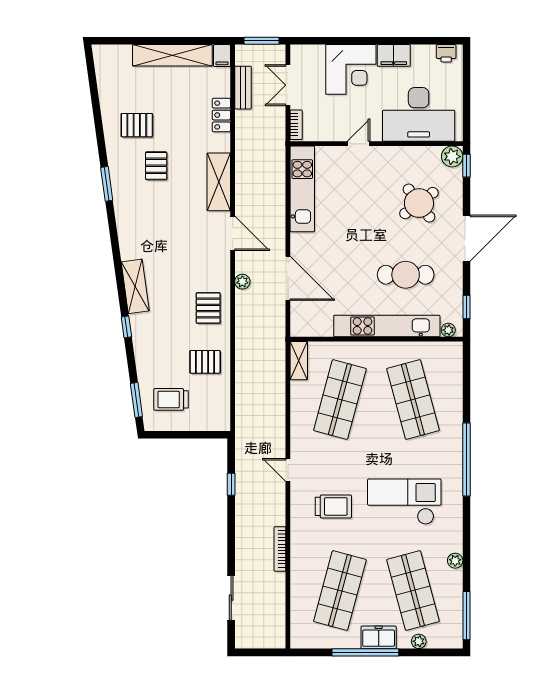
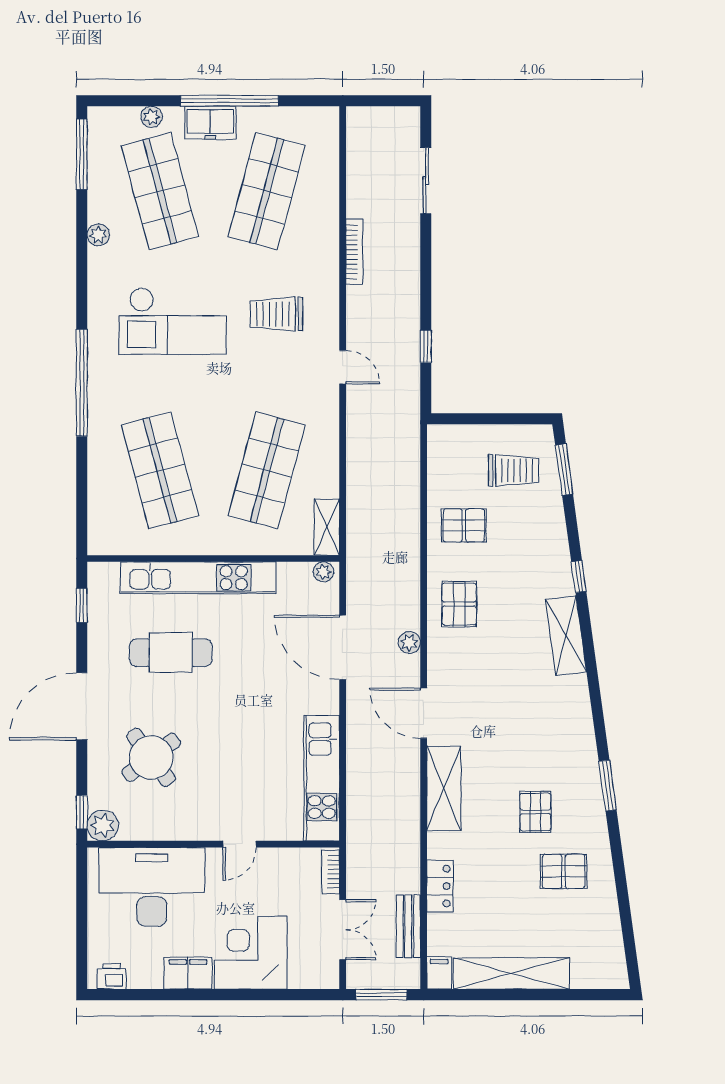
plant: (448, 330) -> (323, 572), moved

